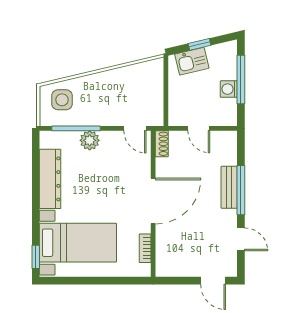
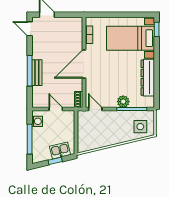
washing machine: (229, 89) -> (37, 121), moved
door: (241, 239) -> (30, 29), moved

